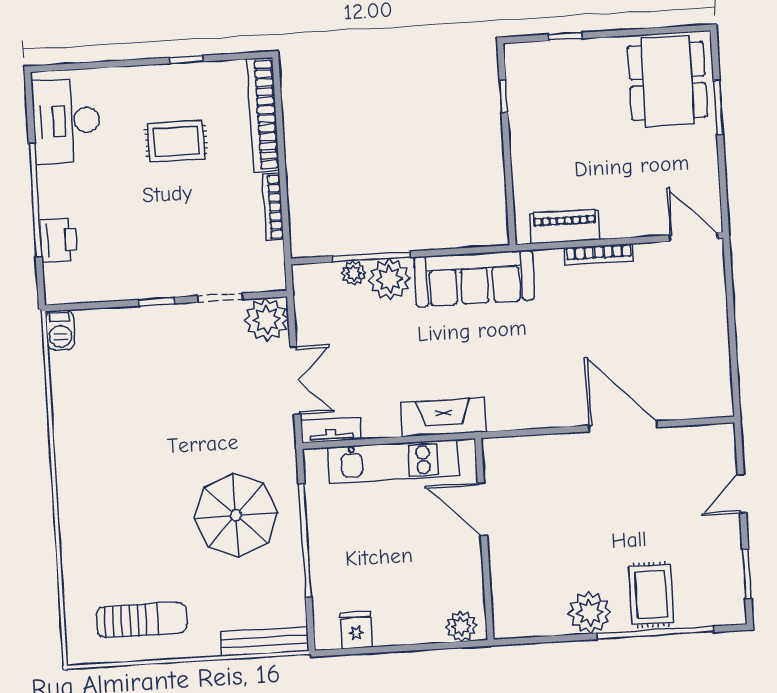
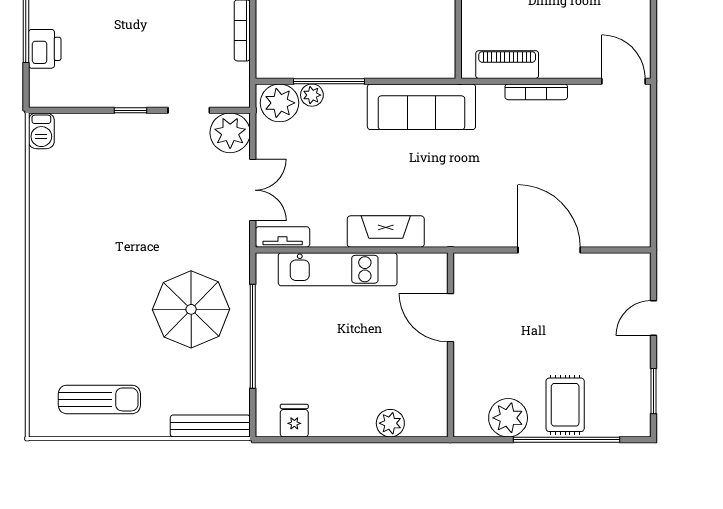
plant: (390, 279) -> (280, 103), moved
door: (482, 509) -> (450, 318), moved
wall: (484, 539) -> (450, 345), moved

